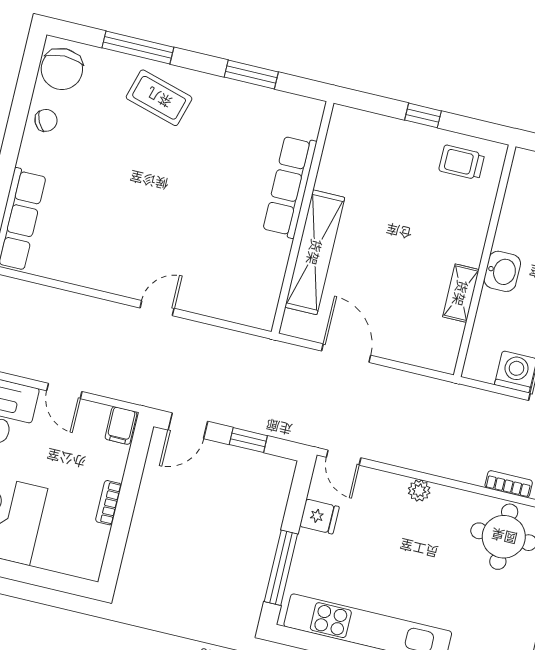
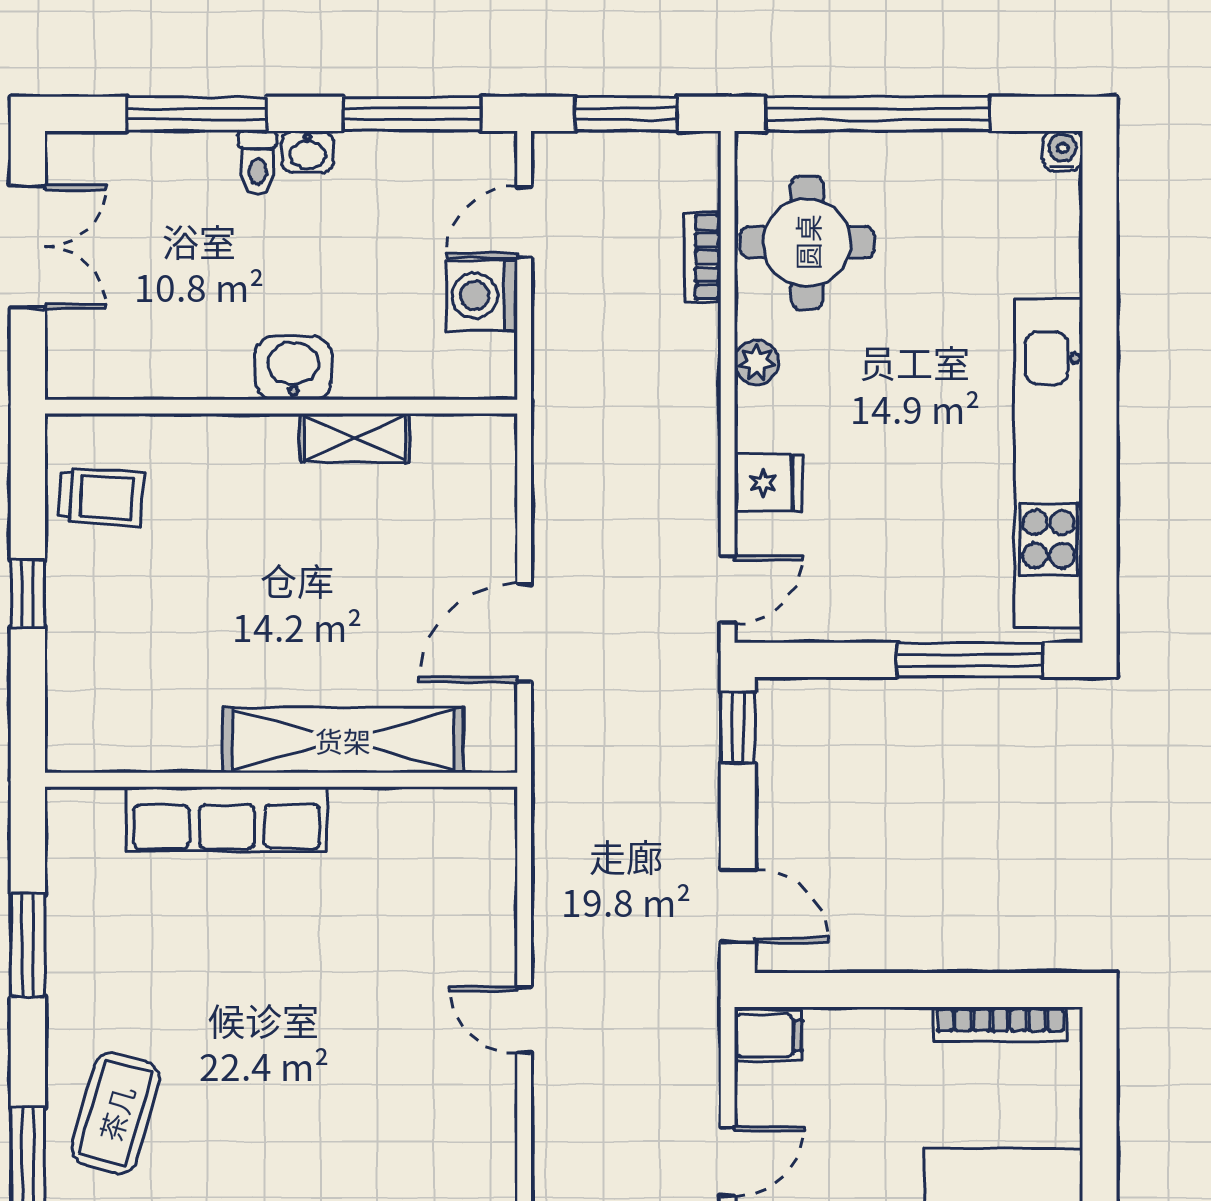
trolley: (462, 162) -> (101, 497), turned -86
window: (248, 440) -> (738, 728), moved
plant: (419, 491) -> (757, 362), moved
bookcase: (109, 503) -> (1000, 1024), moved, width x1.56
fridge: (319, 516) -> (768, 483), moved, turned 90

